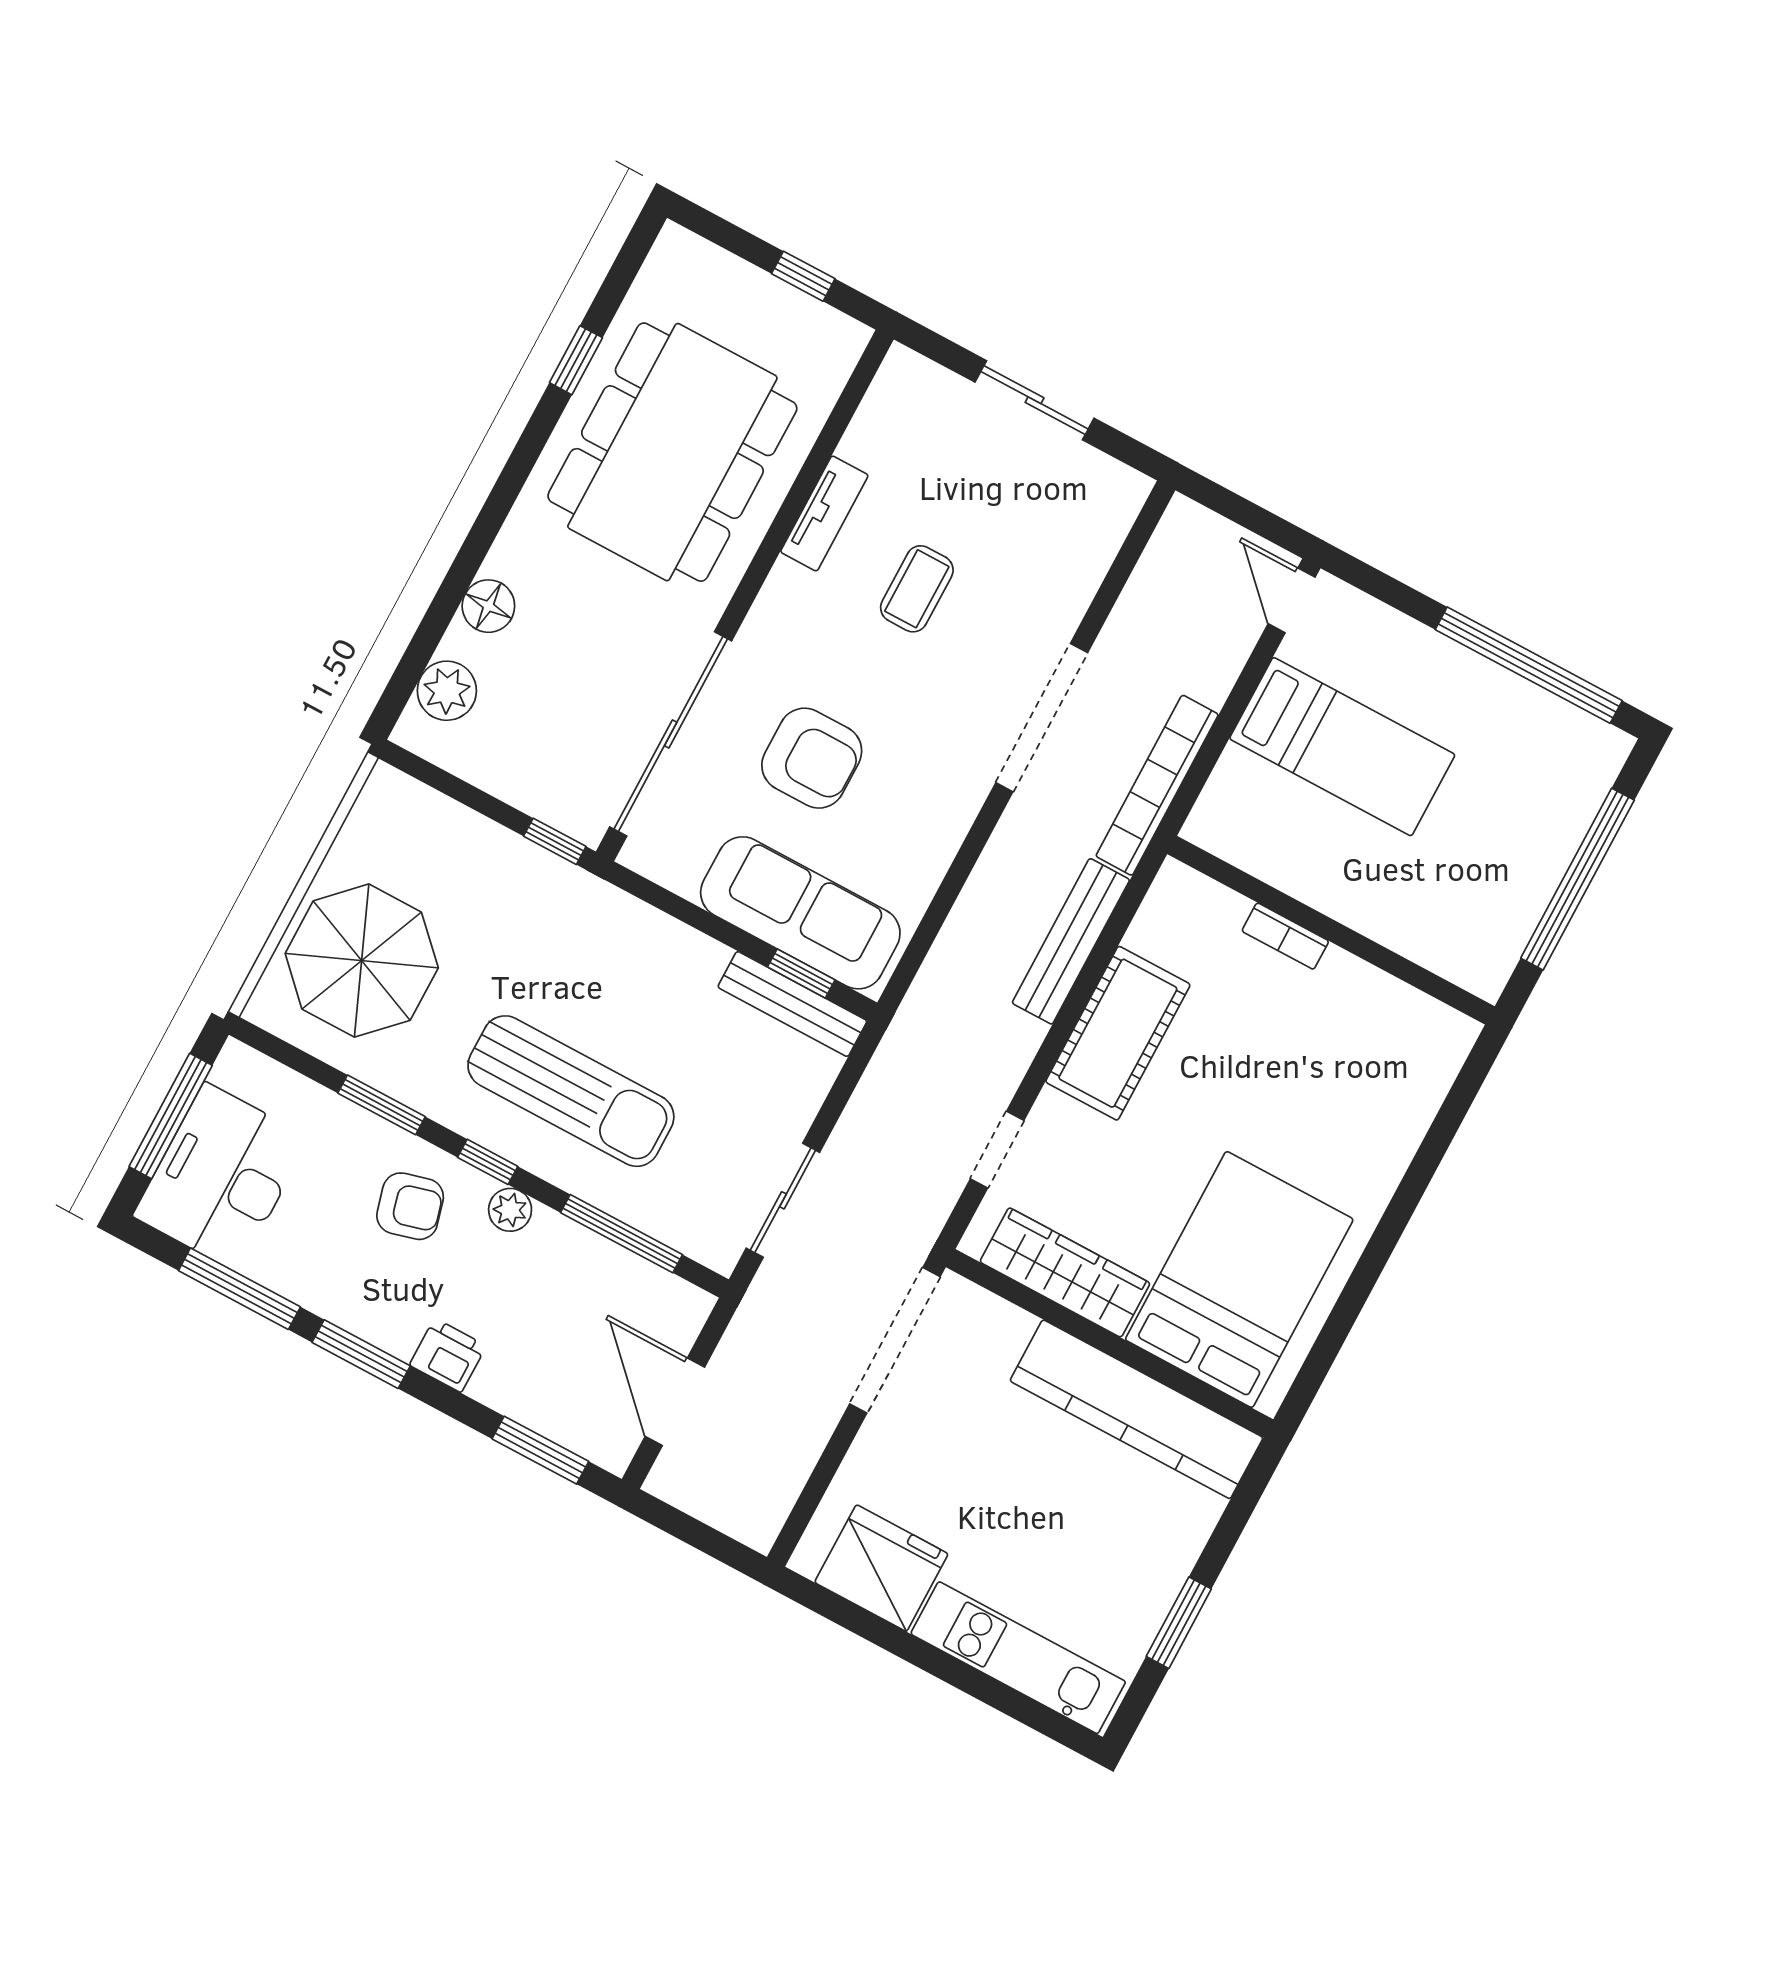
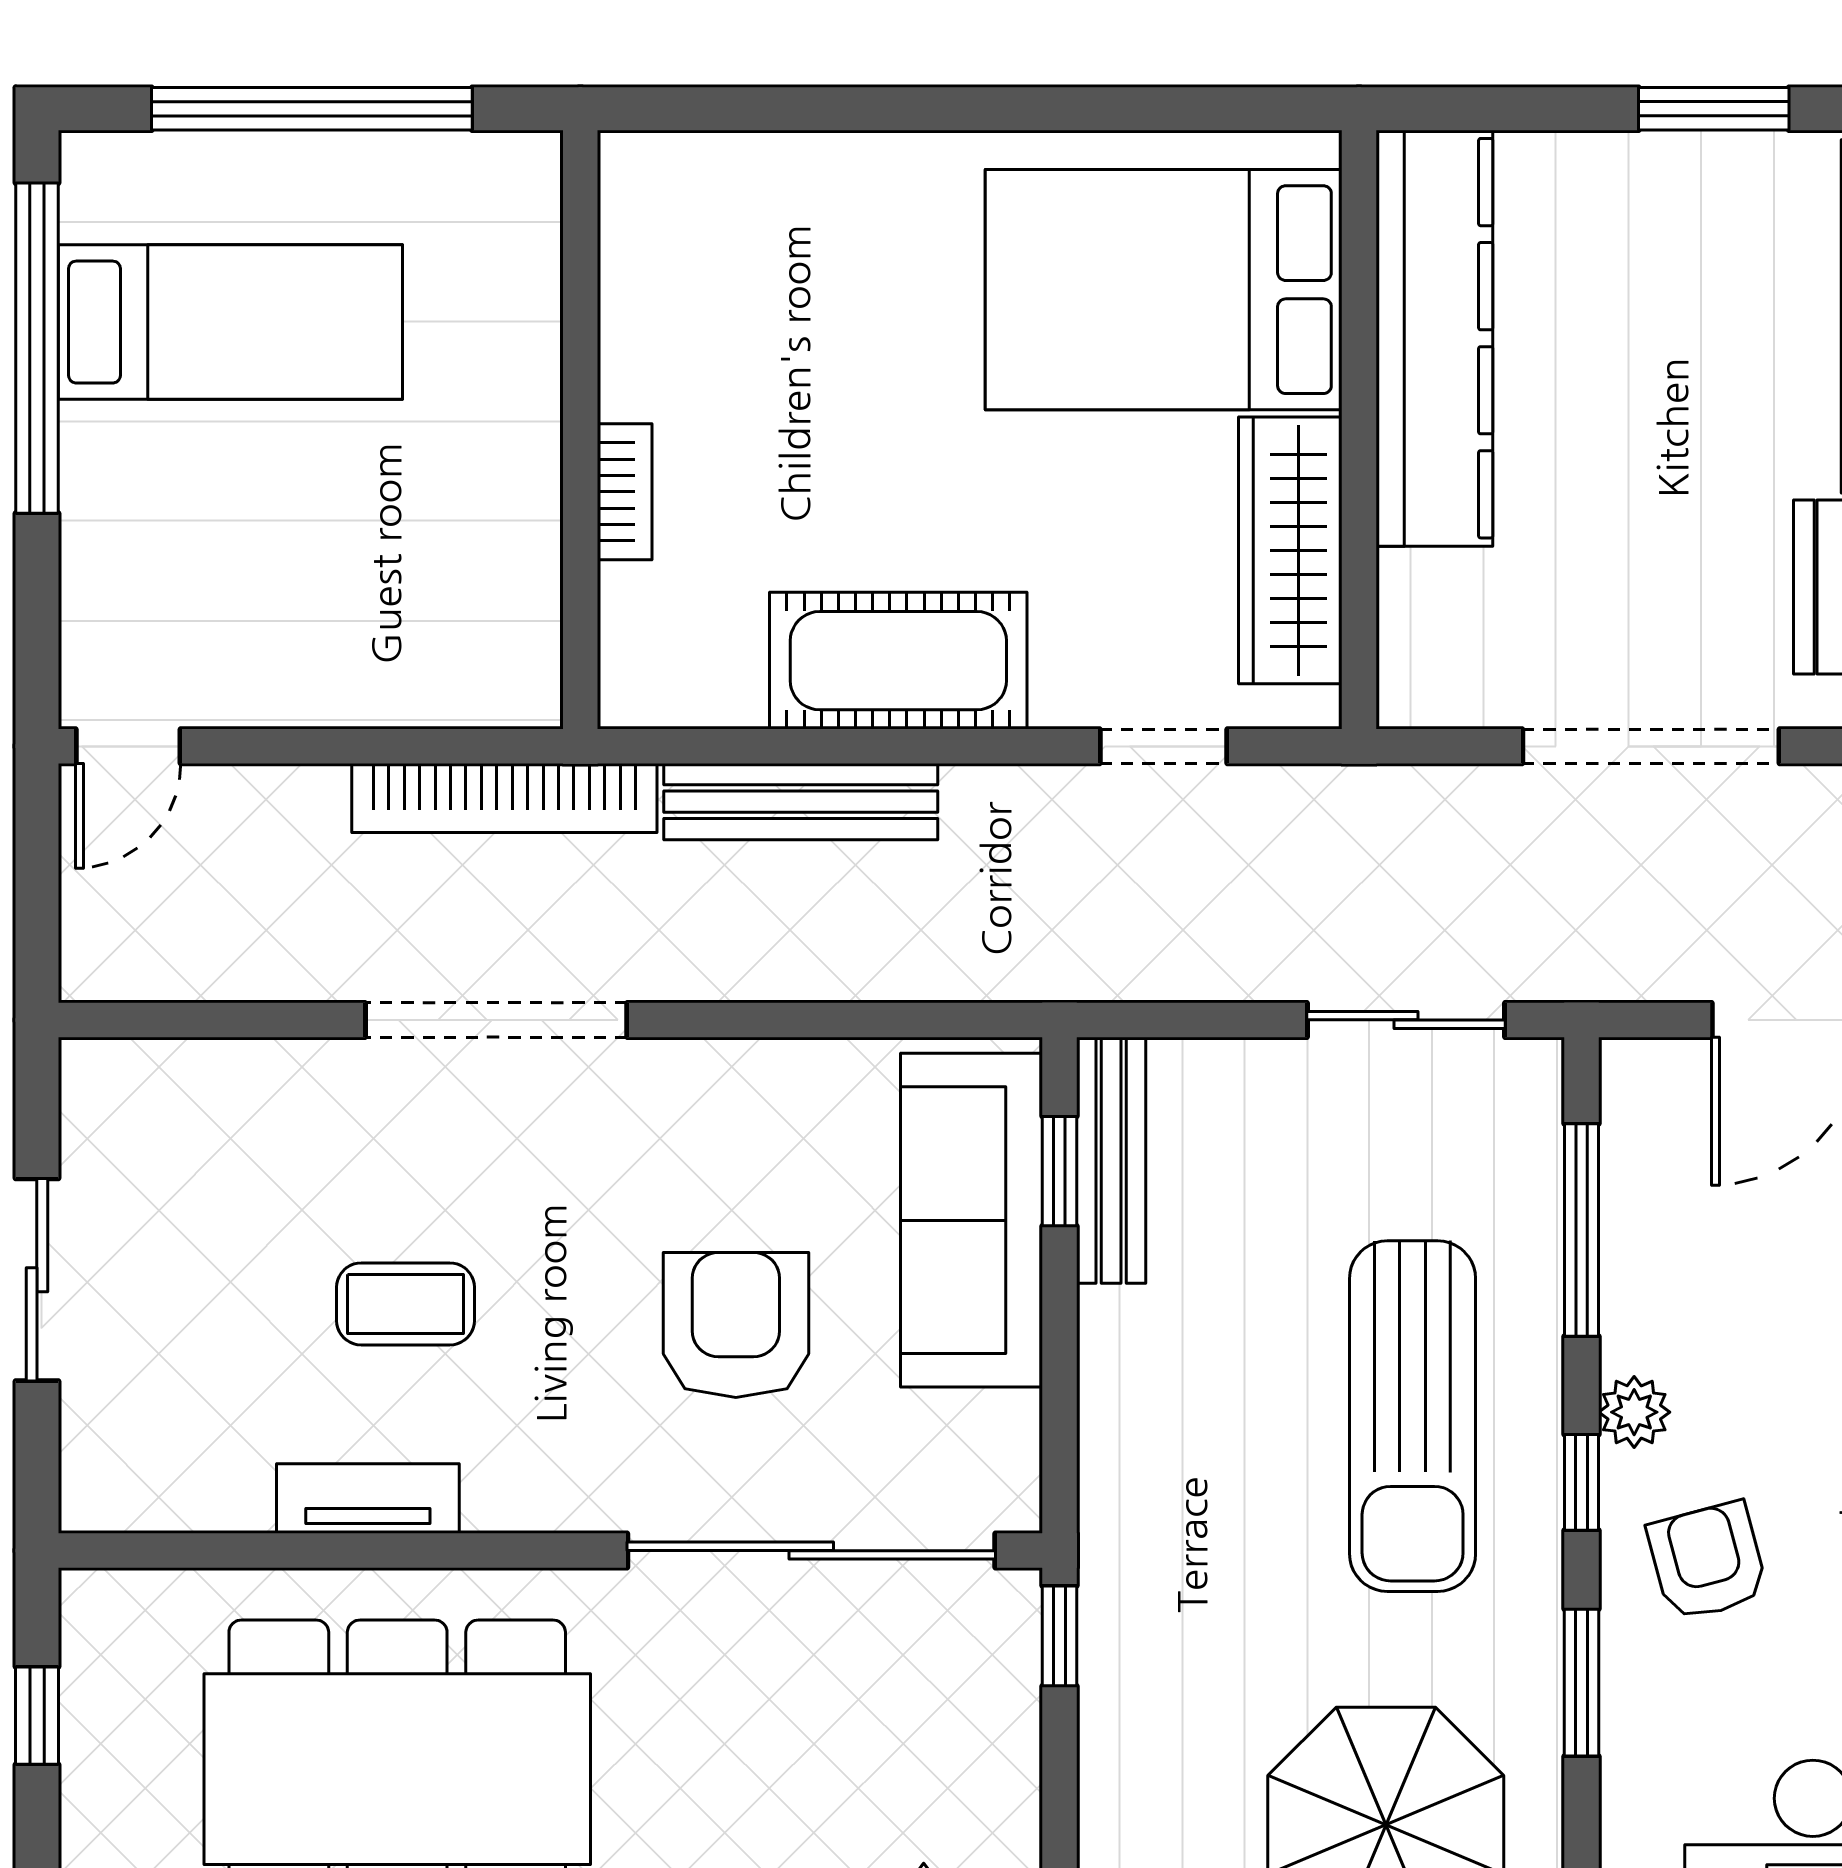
bed: (1342, 747) -> (230, 322), moved, turned 90
sun lounger: (571, 1091) -> (1413, 1416), turned 180
doorway: (895, 1340) -> (1651, 746), moved

